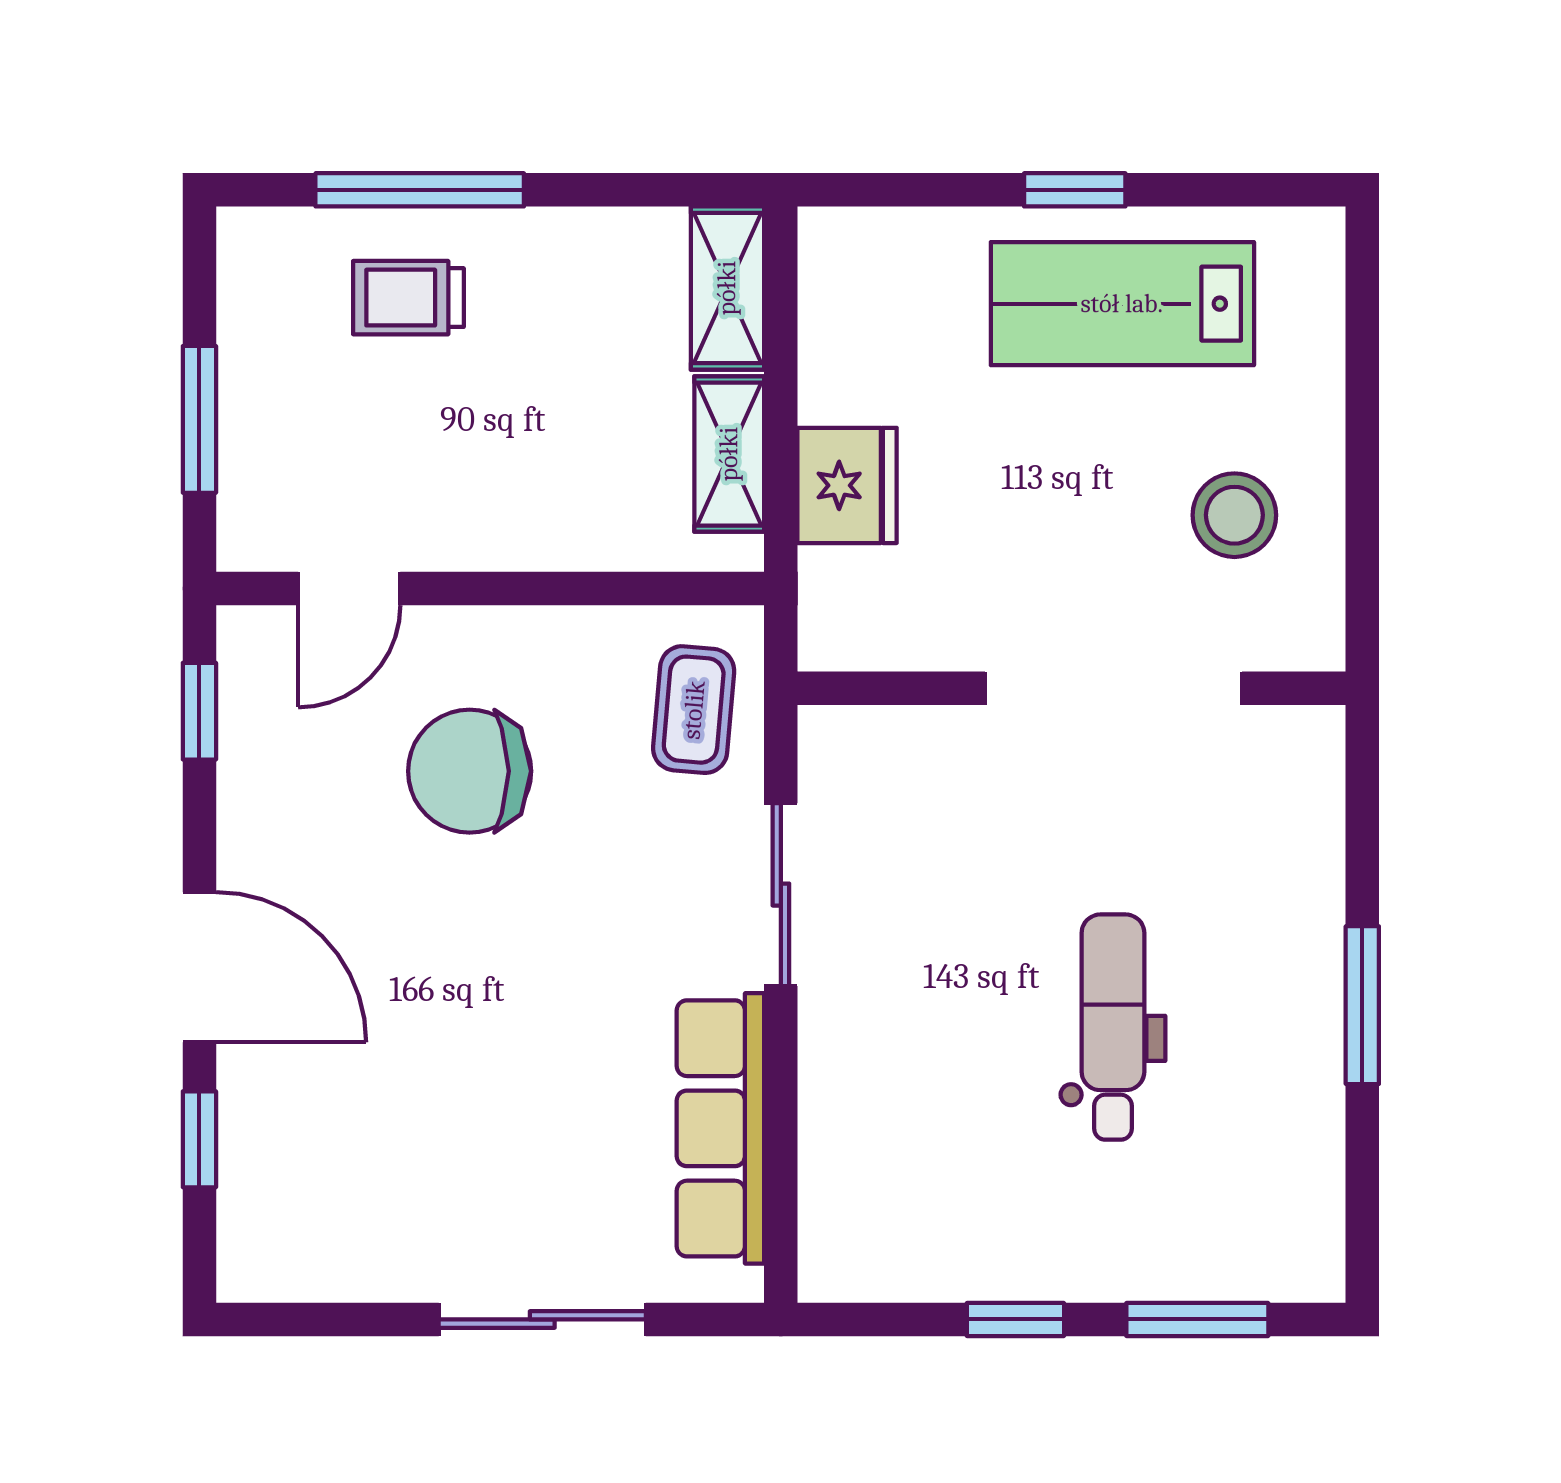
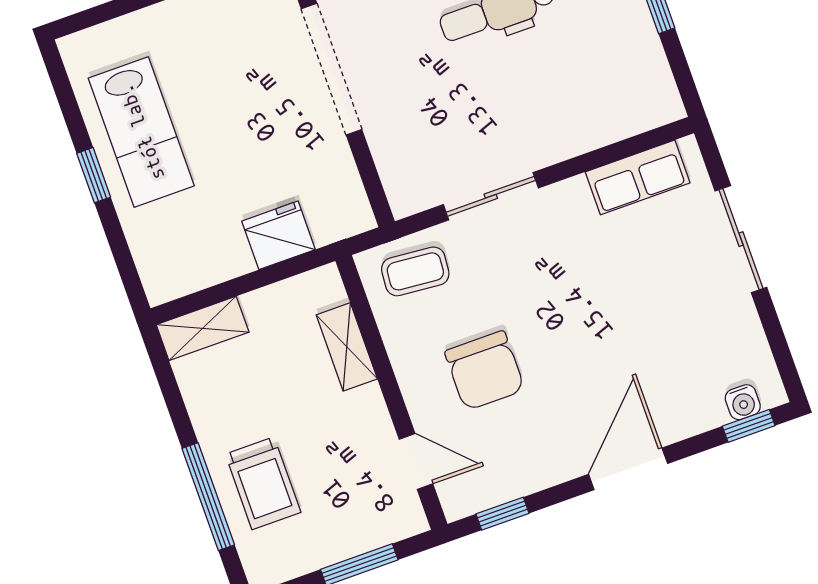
trolley: (408, 298) -> (263, 483), width x1.36, depth x1.39
shelving: (729, 454) -> (347, 347), moved, turned 90
stool: (1234, 515) -> (225, 40), removed
row of seats: (720, 1128) -> (638, 177), width x0.68
window: (199, 1139) -> (749, 426), moved
water cooler: (246, 1218) -> (743, 402), added

